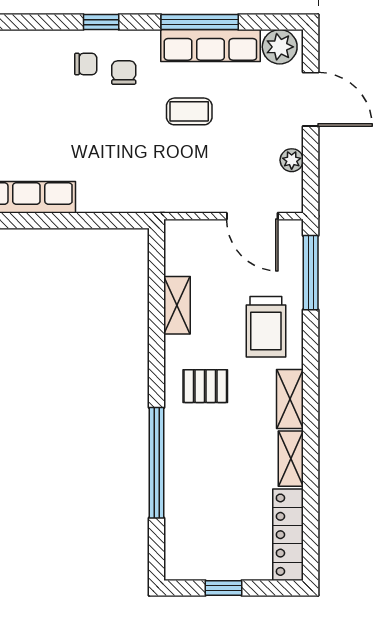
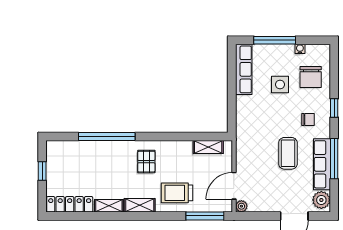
chair: (86, 64) -> (311, 77), moved, width x1.87, depth x1.87
coffee table: (189, 111) -> (288, 153), width x1.36, depth x1.30
side table: (56, 127) -> (280, 84), added
plant: (292, 160) -> (241, 206), moved
shelving: (177, 305) -> (208, 147), moved

